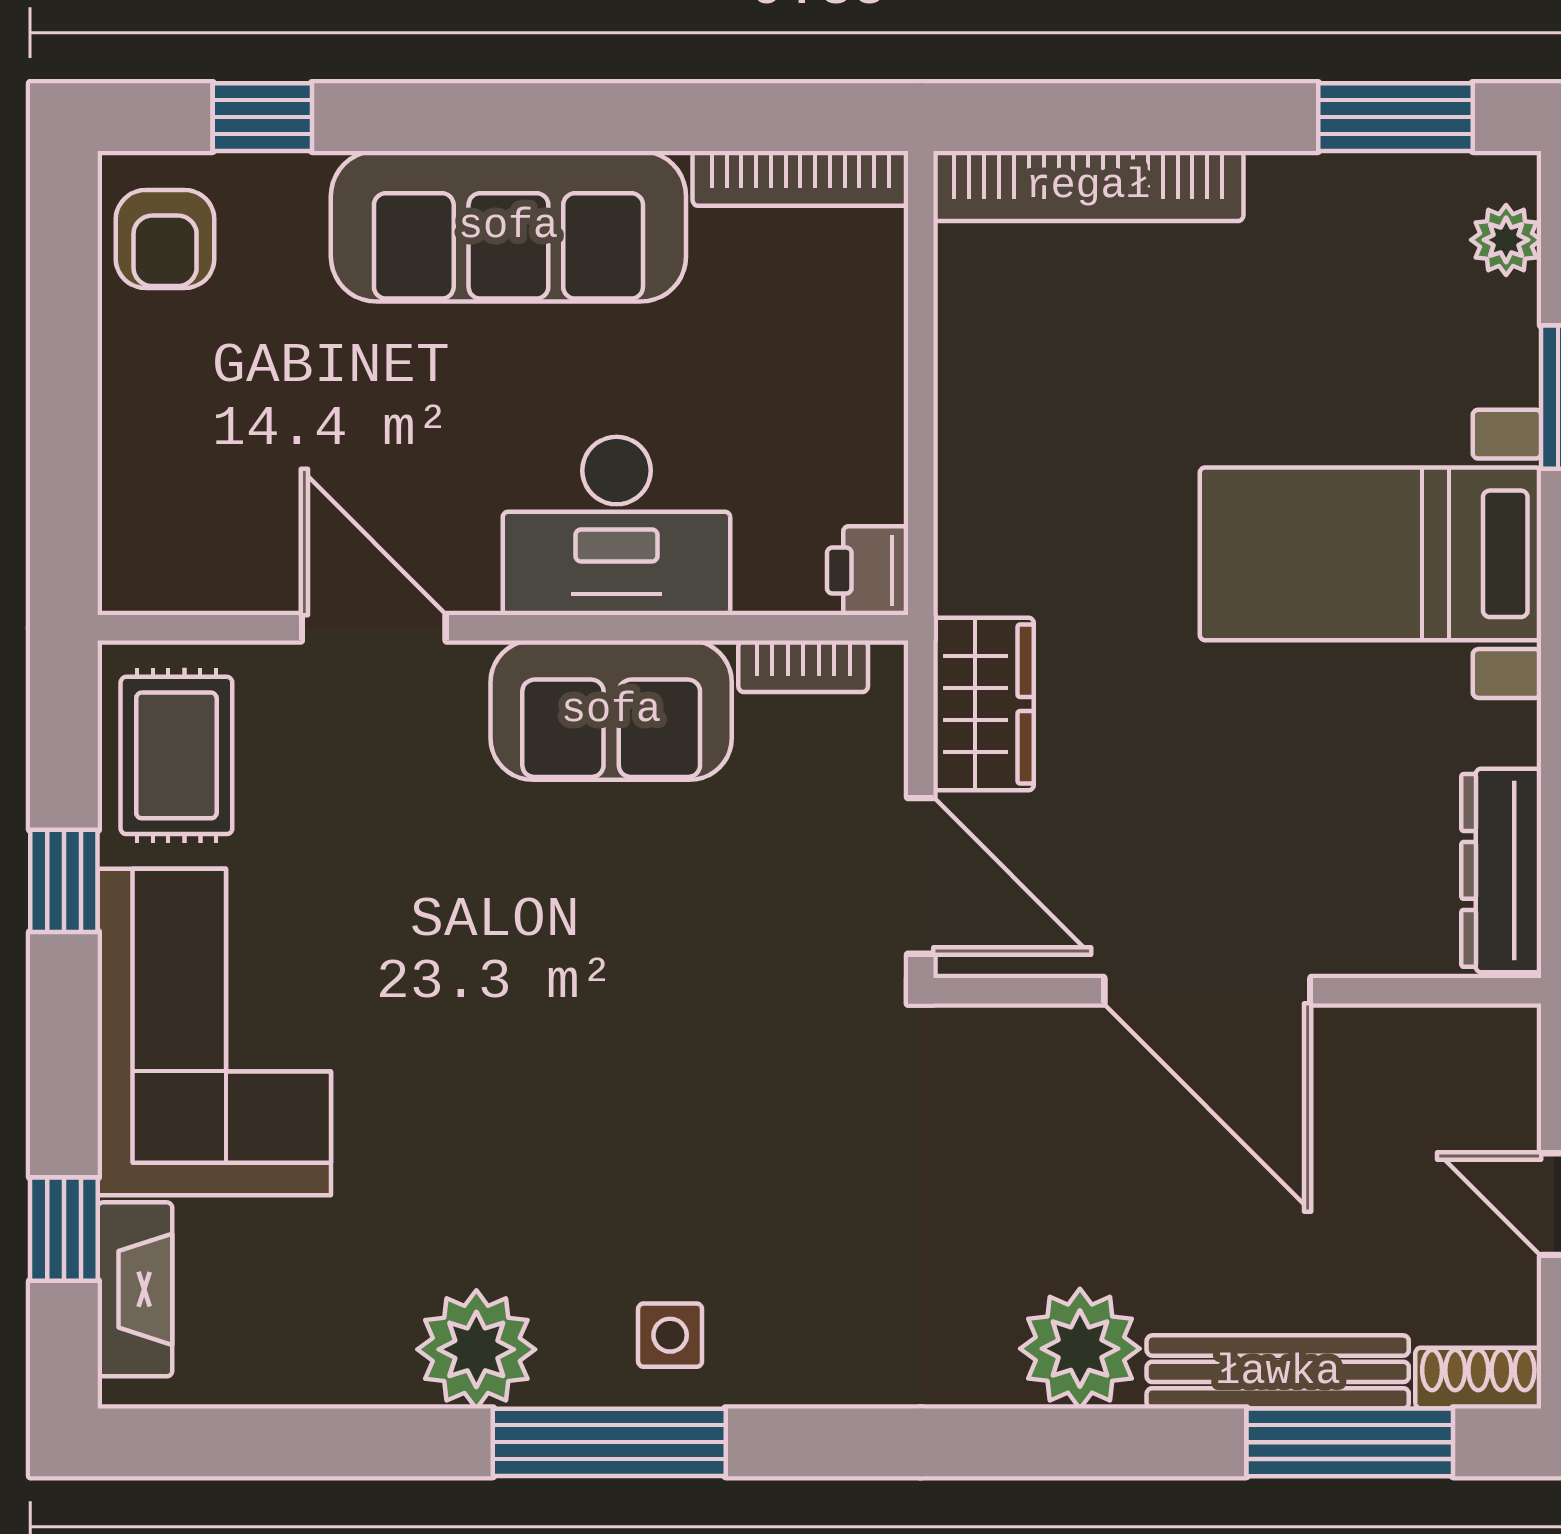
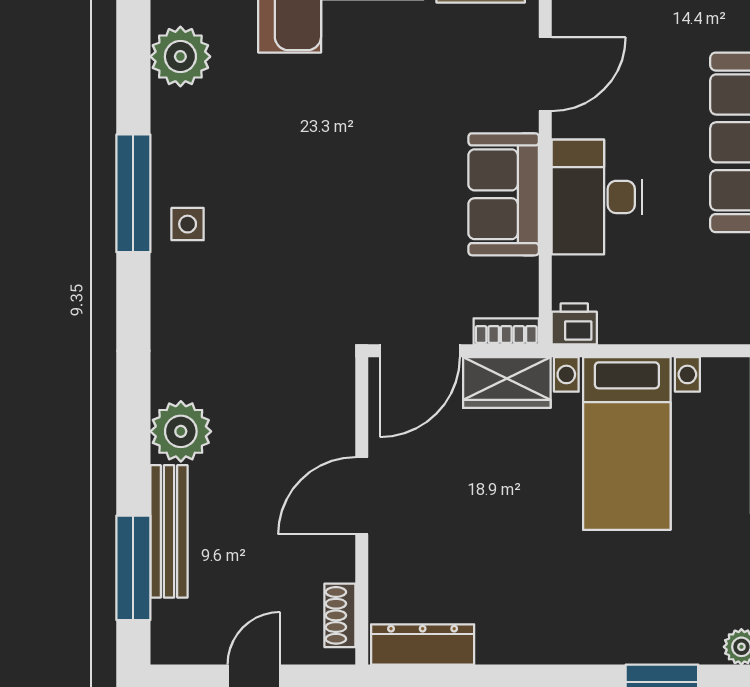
bed with nightstands: (1370, 554) -> (627, 444), moved, turned 180
bookcase: (803, 666) -> (506, 331), moved, turned 90
door: (1207, 991) -> (362, 496), width x0.73
plant: (476, 1349) -> (180, 57), moved
shoe rack: (1478, 1378) -> (340, 615), moved, turned 180

